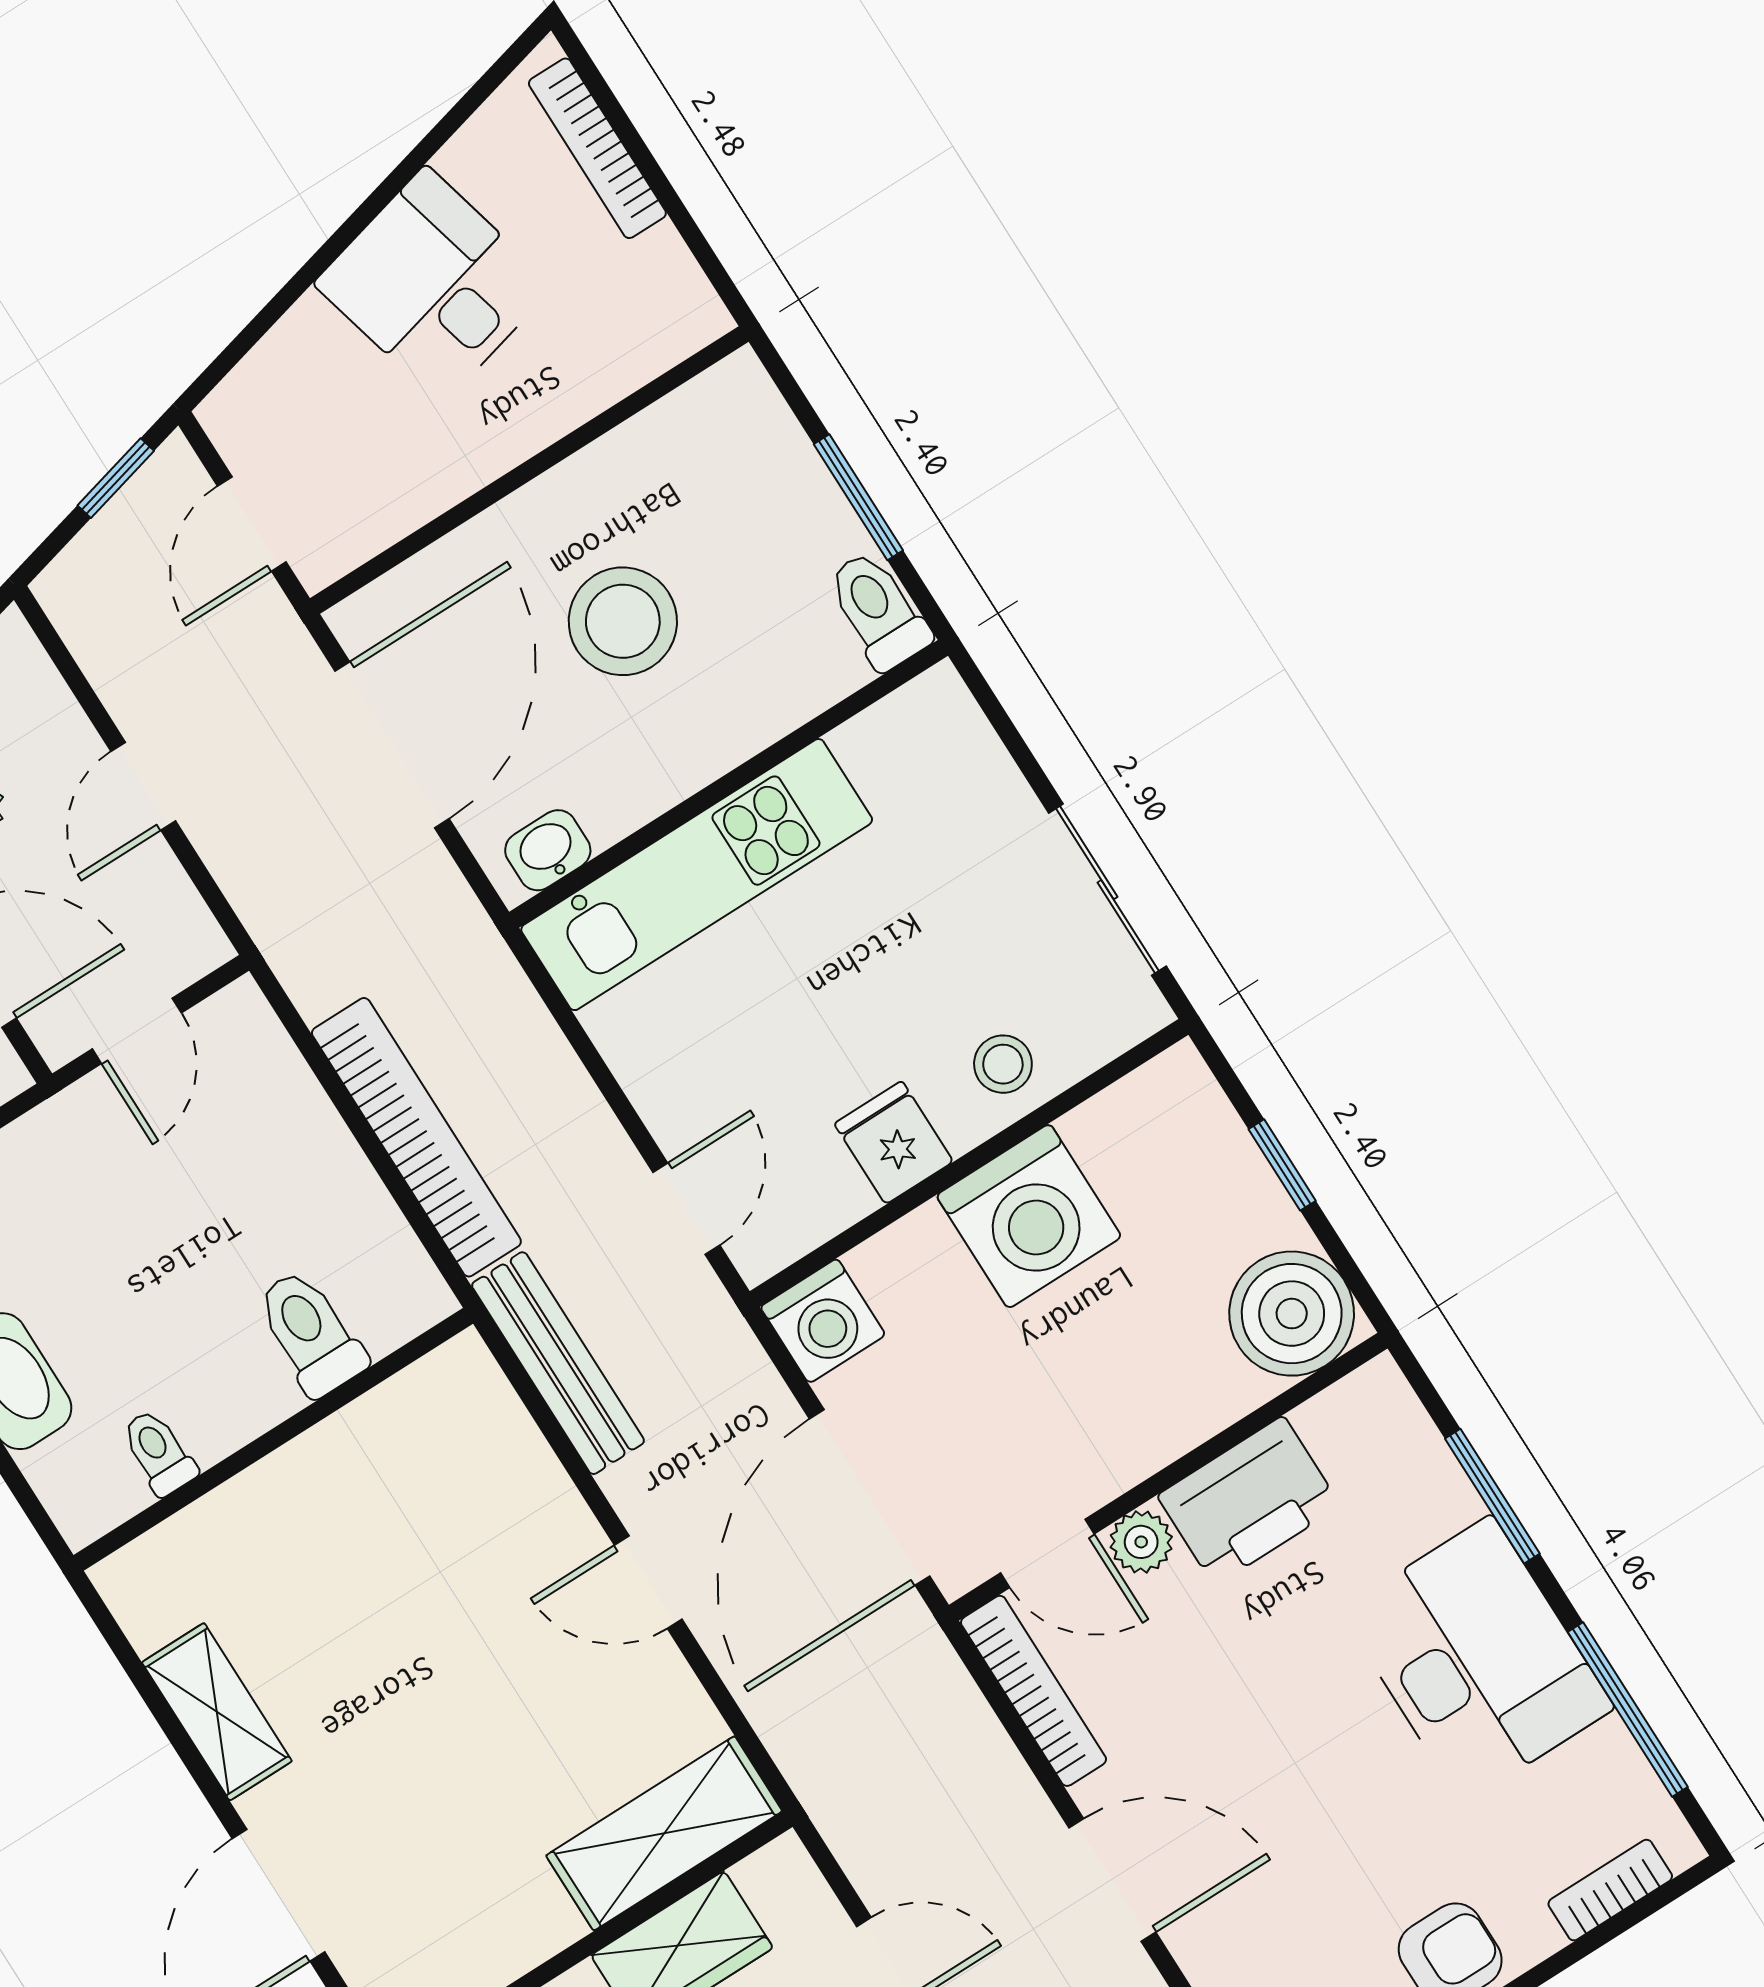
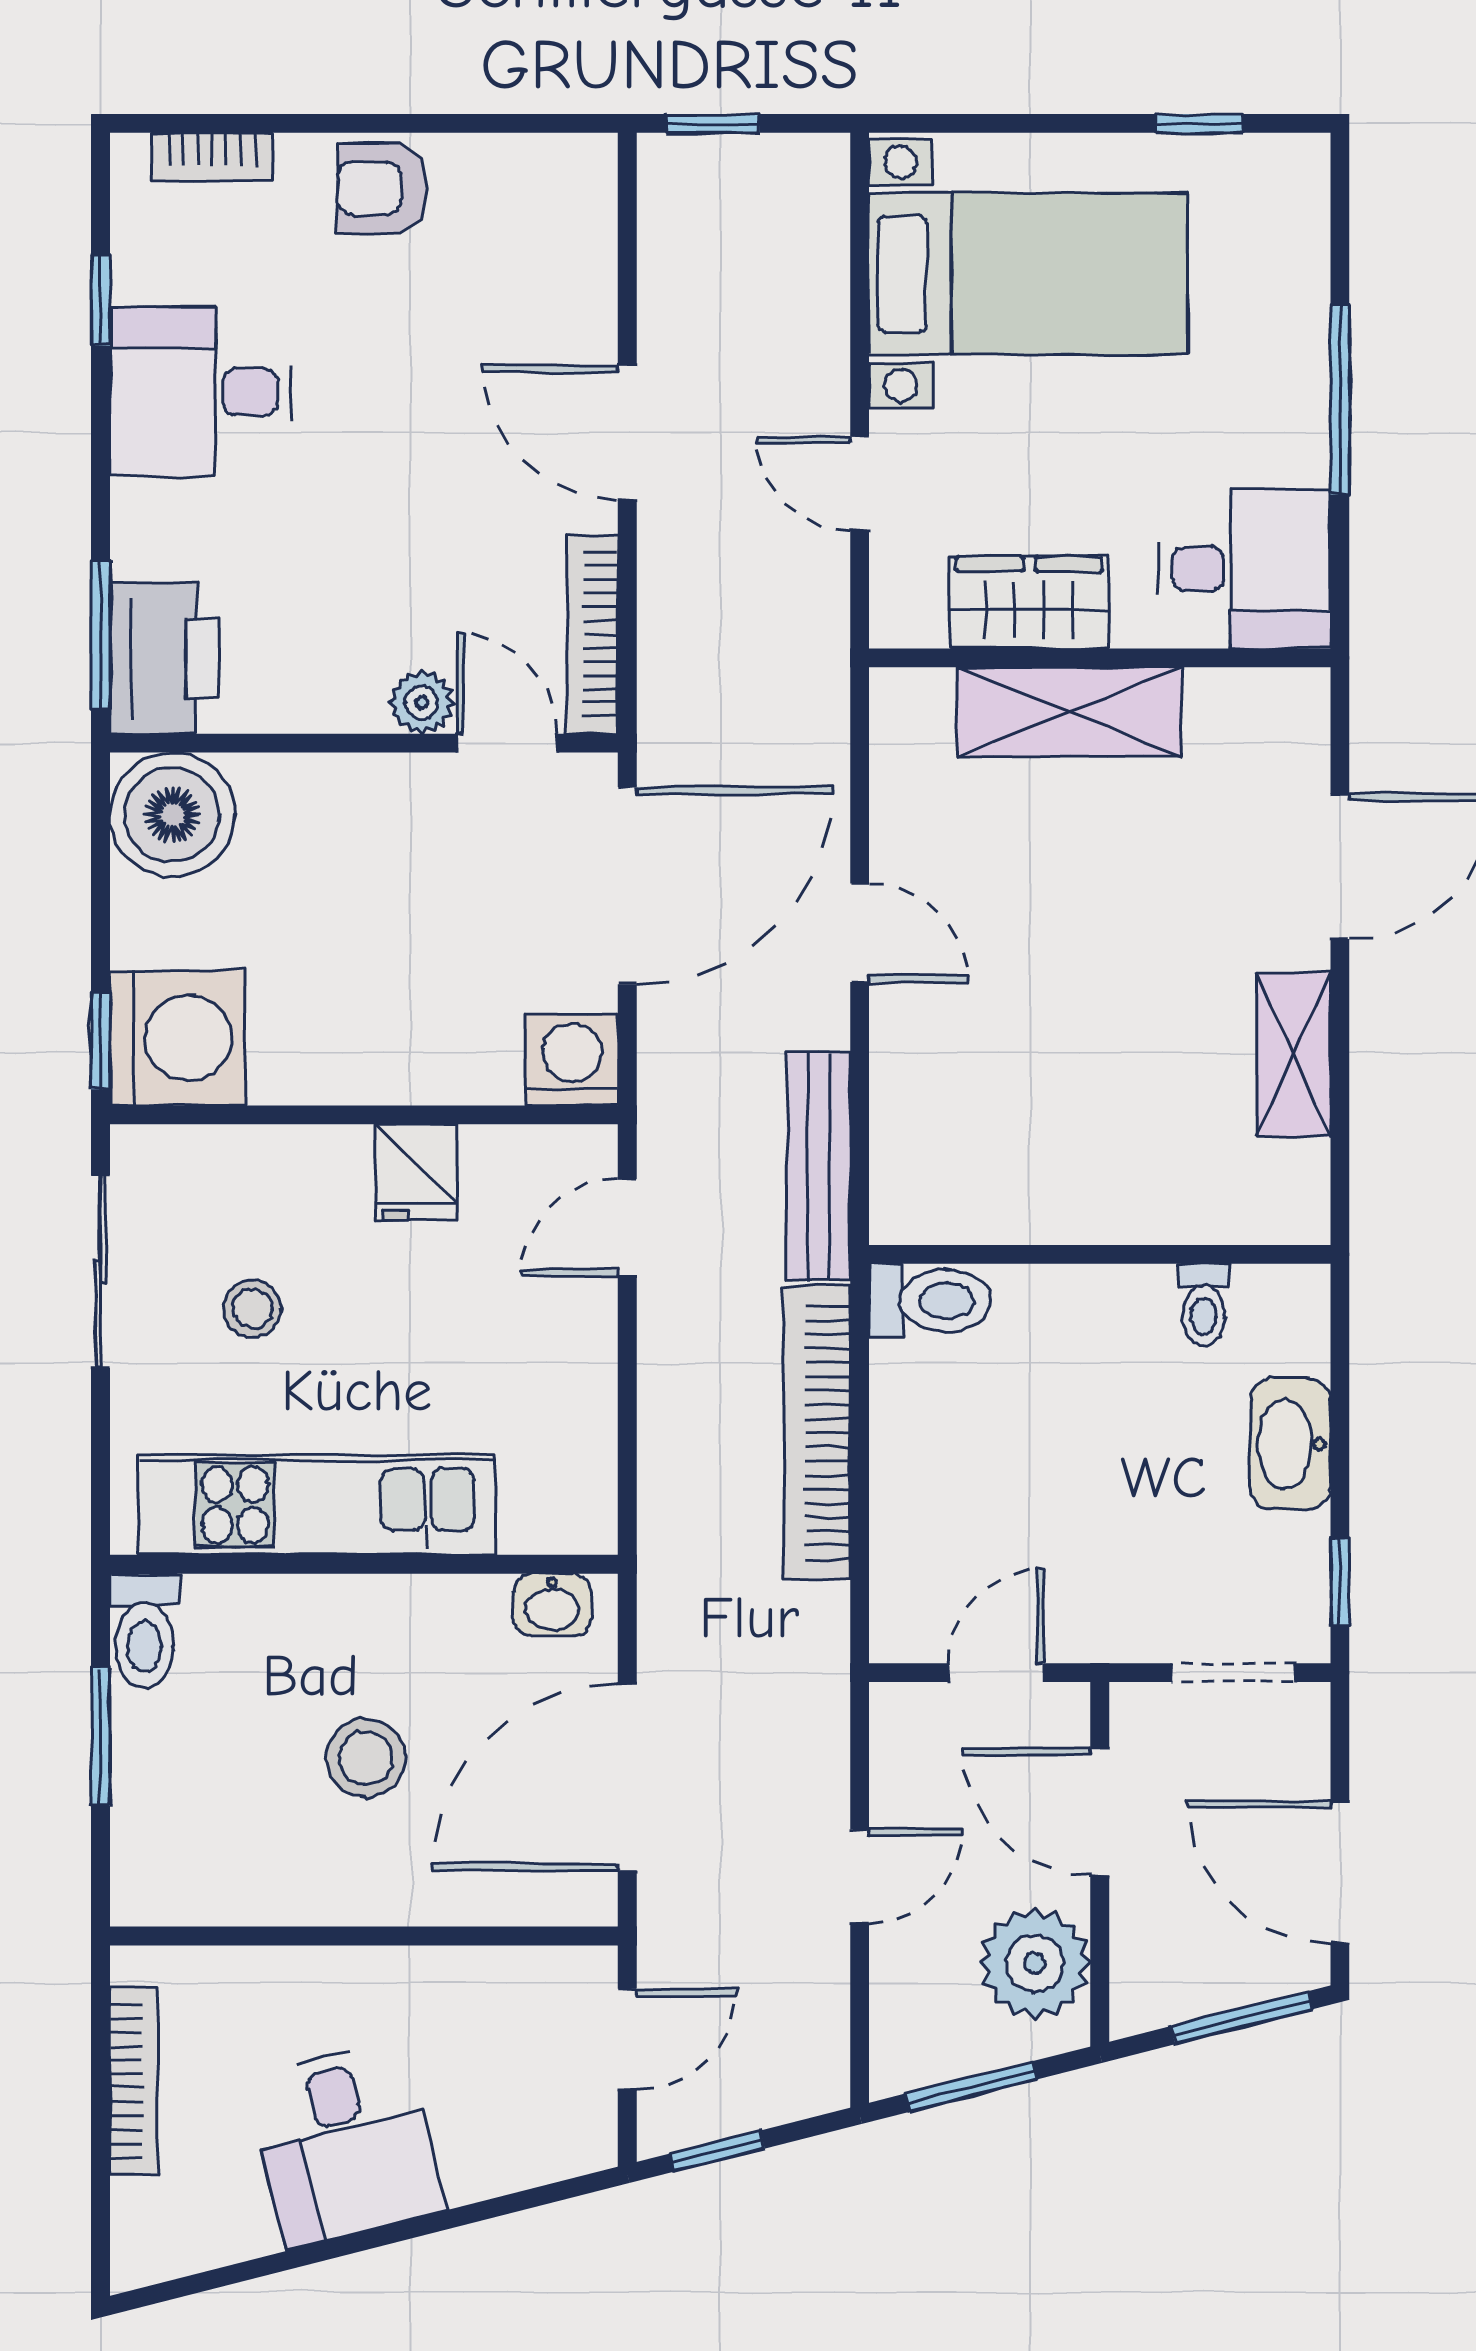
bookcase: (597, 148) -> (134, 2081), moved
stool: (623, 621) -> (366, 1758), width x0.73, depth x0.73
kitchen unit: (697, 875) -> (317, 1505), moved
stool: (1003, 1064) -> (253, 1309), moved
window: (1282, 1165) -> (100, 1041), moved
washing machine: (1029, 1216) -> (177, 1038), moved, turned 90
toilet: (310, 1333) -> (930, 1301), moved, turned -90
window: (1492, 1496) -> (100, 635), moved
printer: (1249, 1501) -> (164, 658), moved, turned 90
desk: (1477, 1659) -> (201, 392), width x0.73
window: (1628, 1709) -> (100, 300), width x0.46
shelving: (664, 1833) -> (1069, 712), moved

